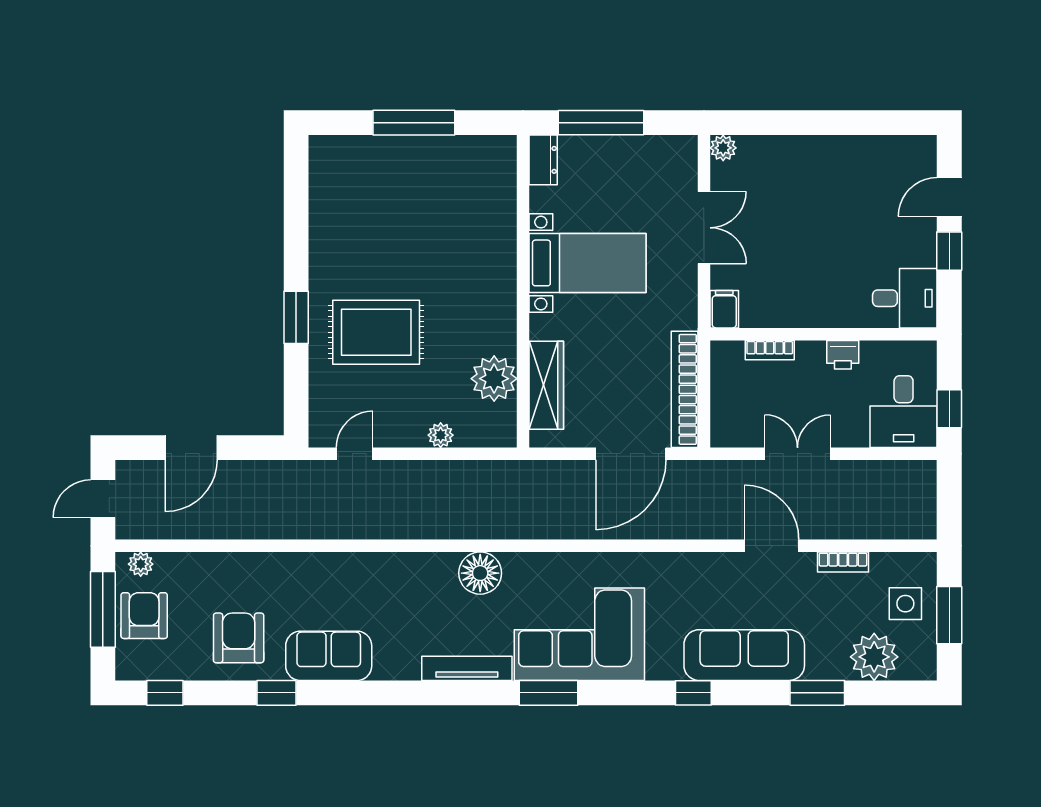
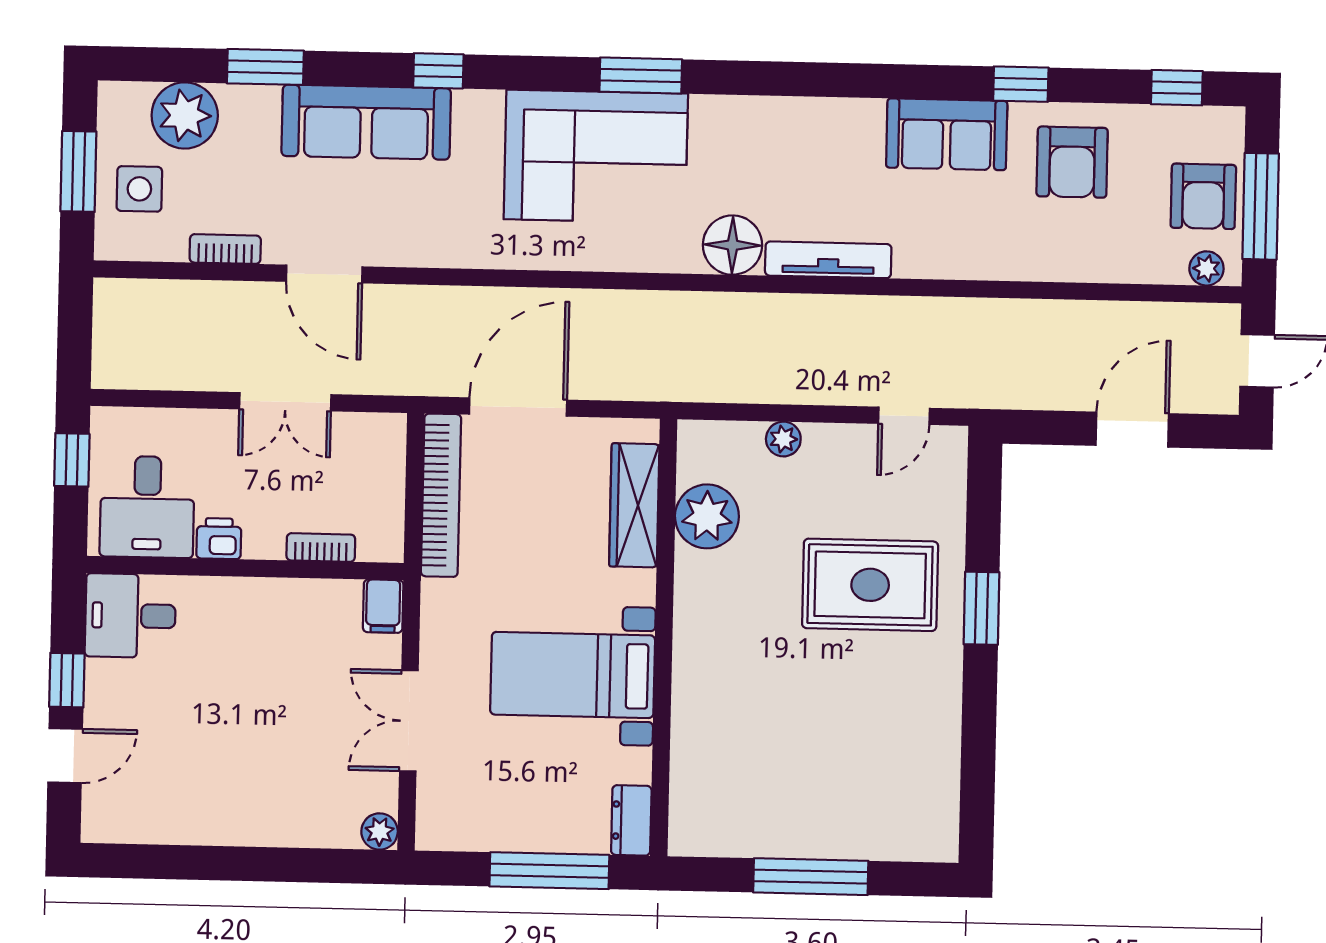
desk: (904, 412) -> (147, 507), moved, turned 180
tv unit: (467, 668) -> (828, 260), moved, turned 180

